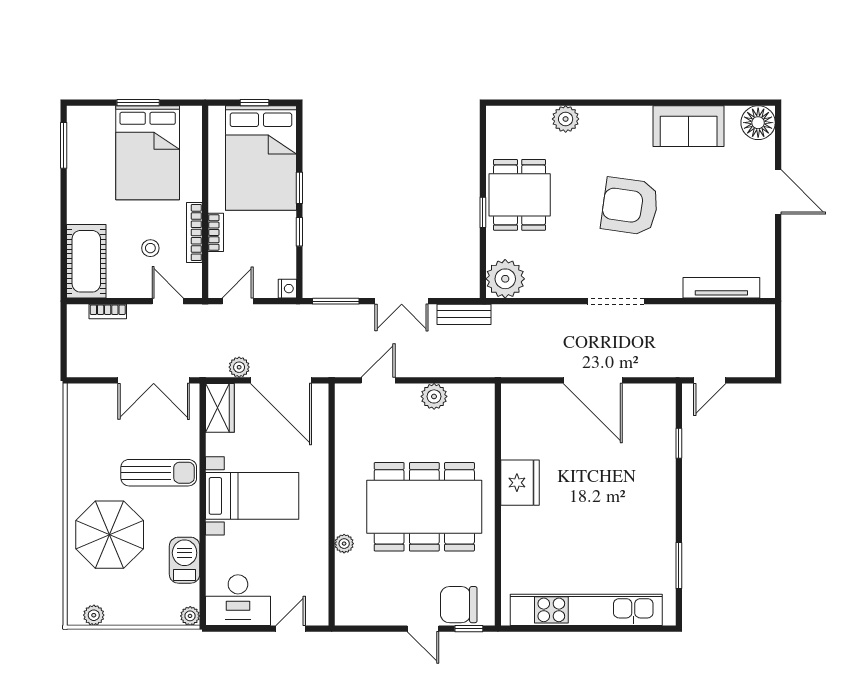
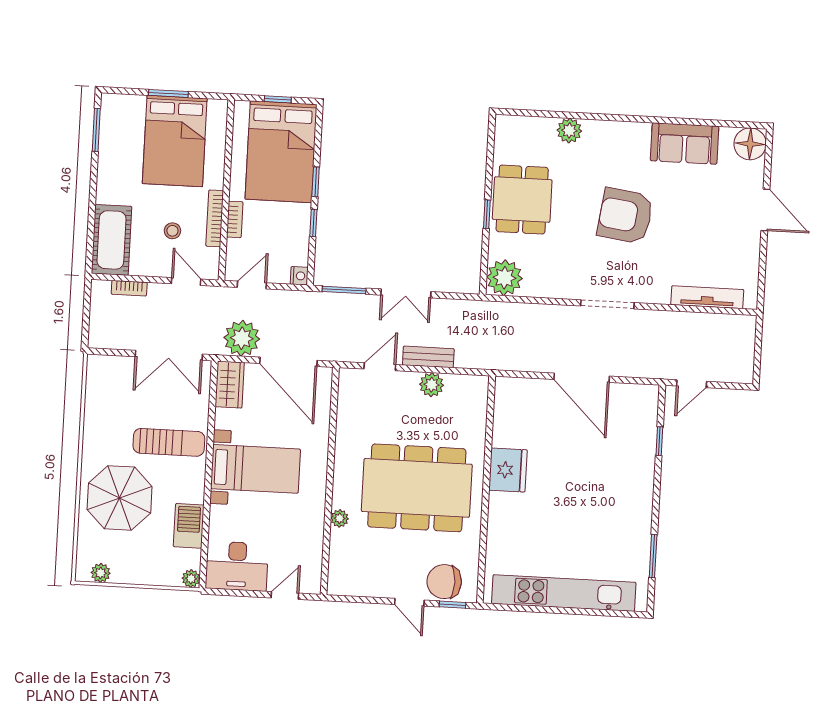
bench: (464, 314) -> (428, 357), moved
plant: (239, 367) -> (242, 338), width x1.88, depth x1.88

